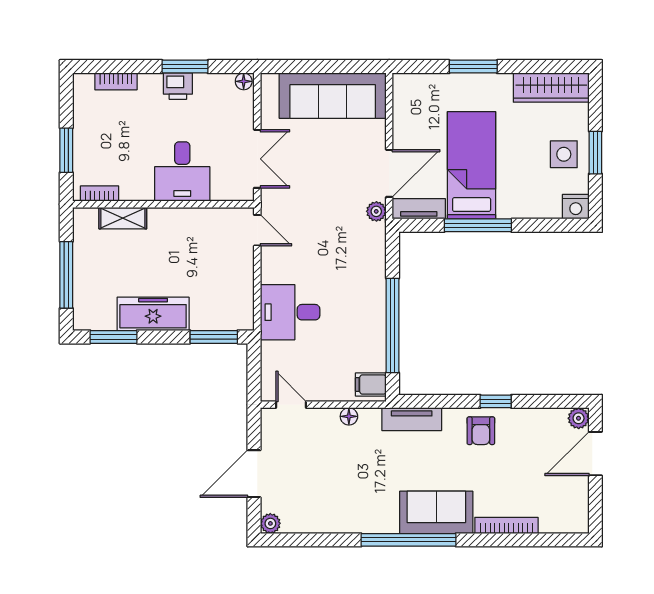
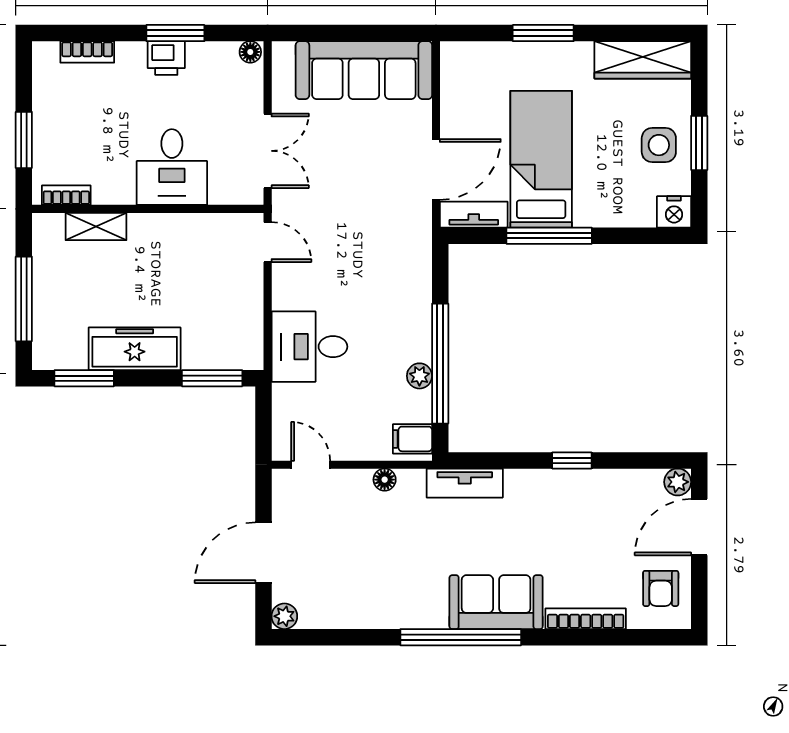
plant: (376, 211) -> (419, 376), moved
armchair: (481, 431) -> (661, 588), moved

